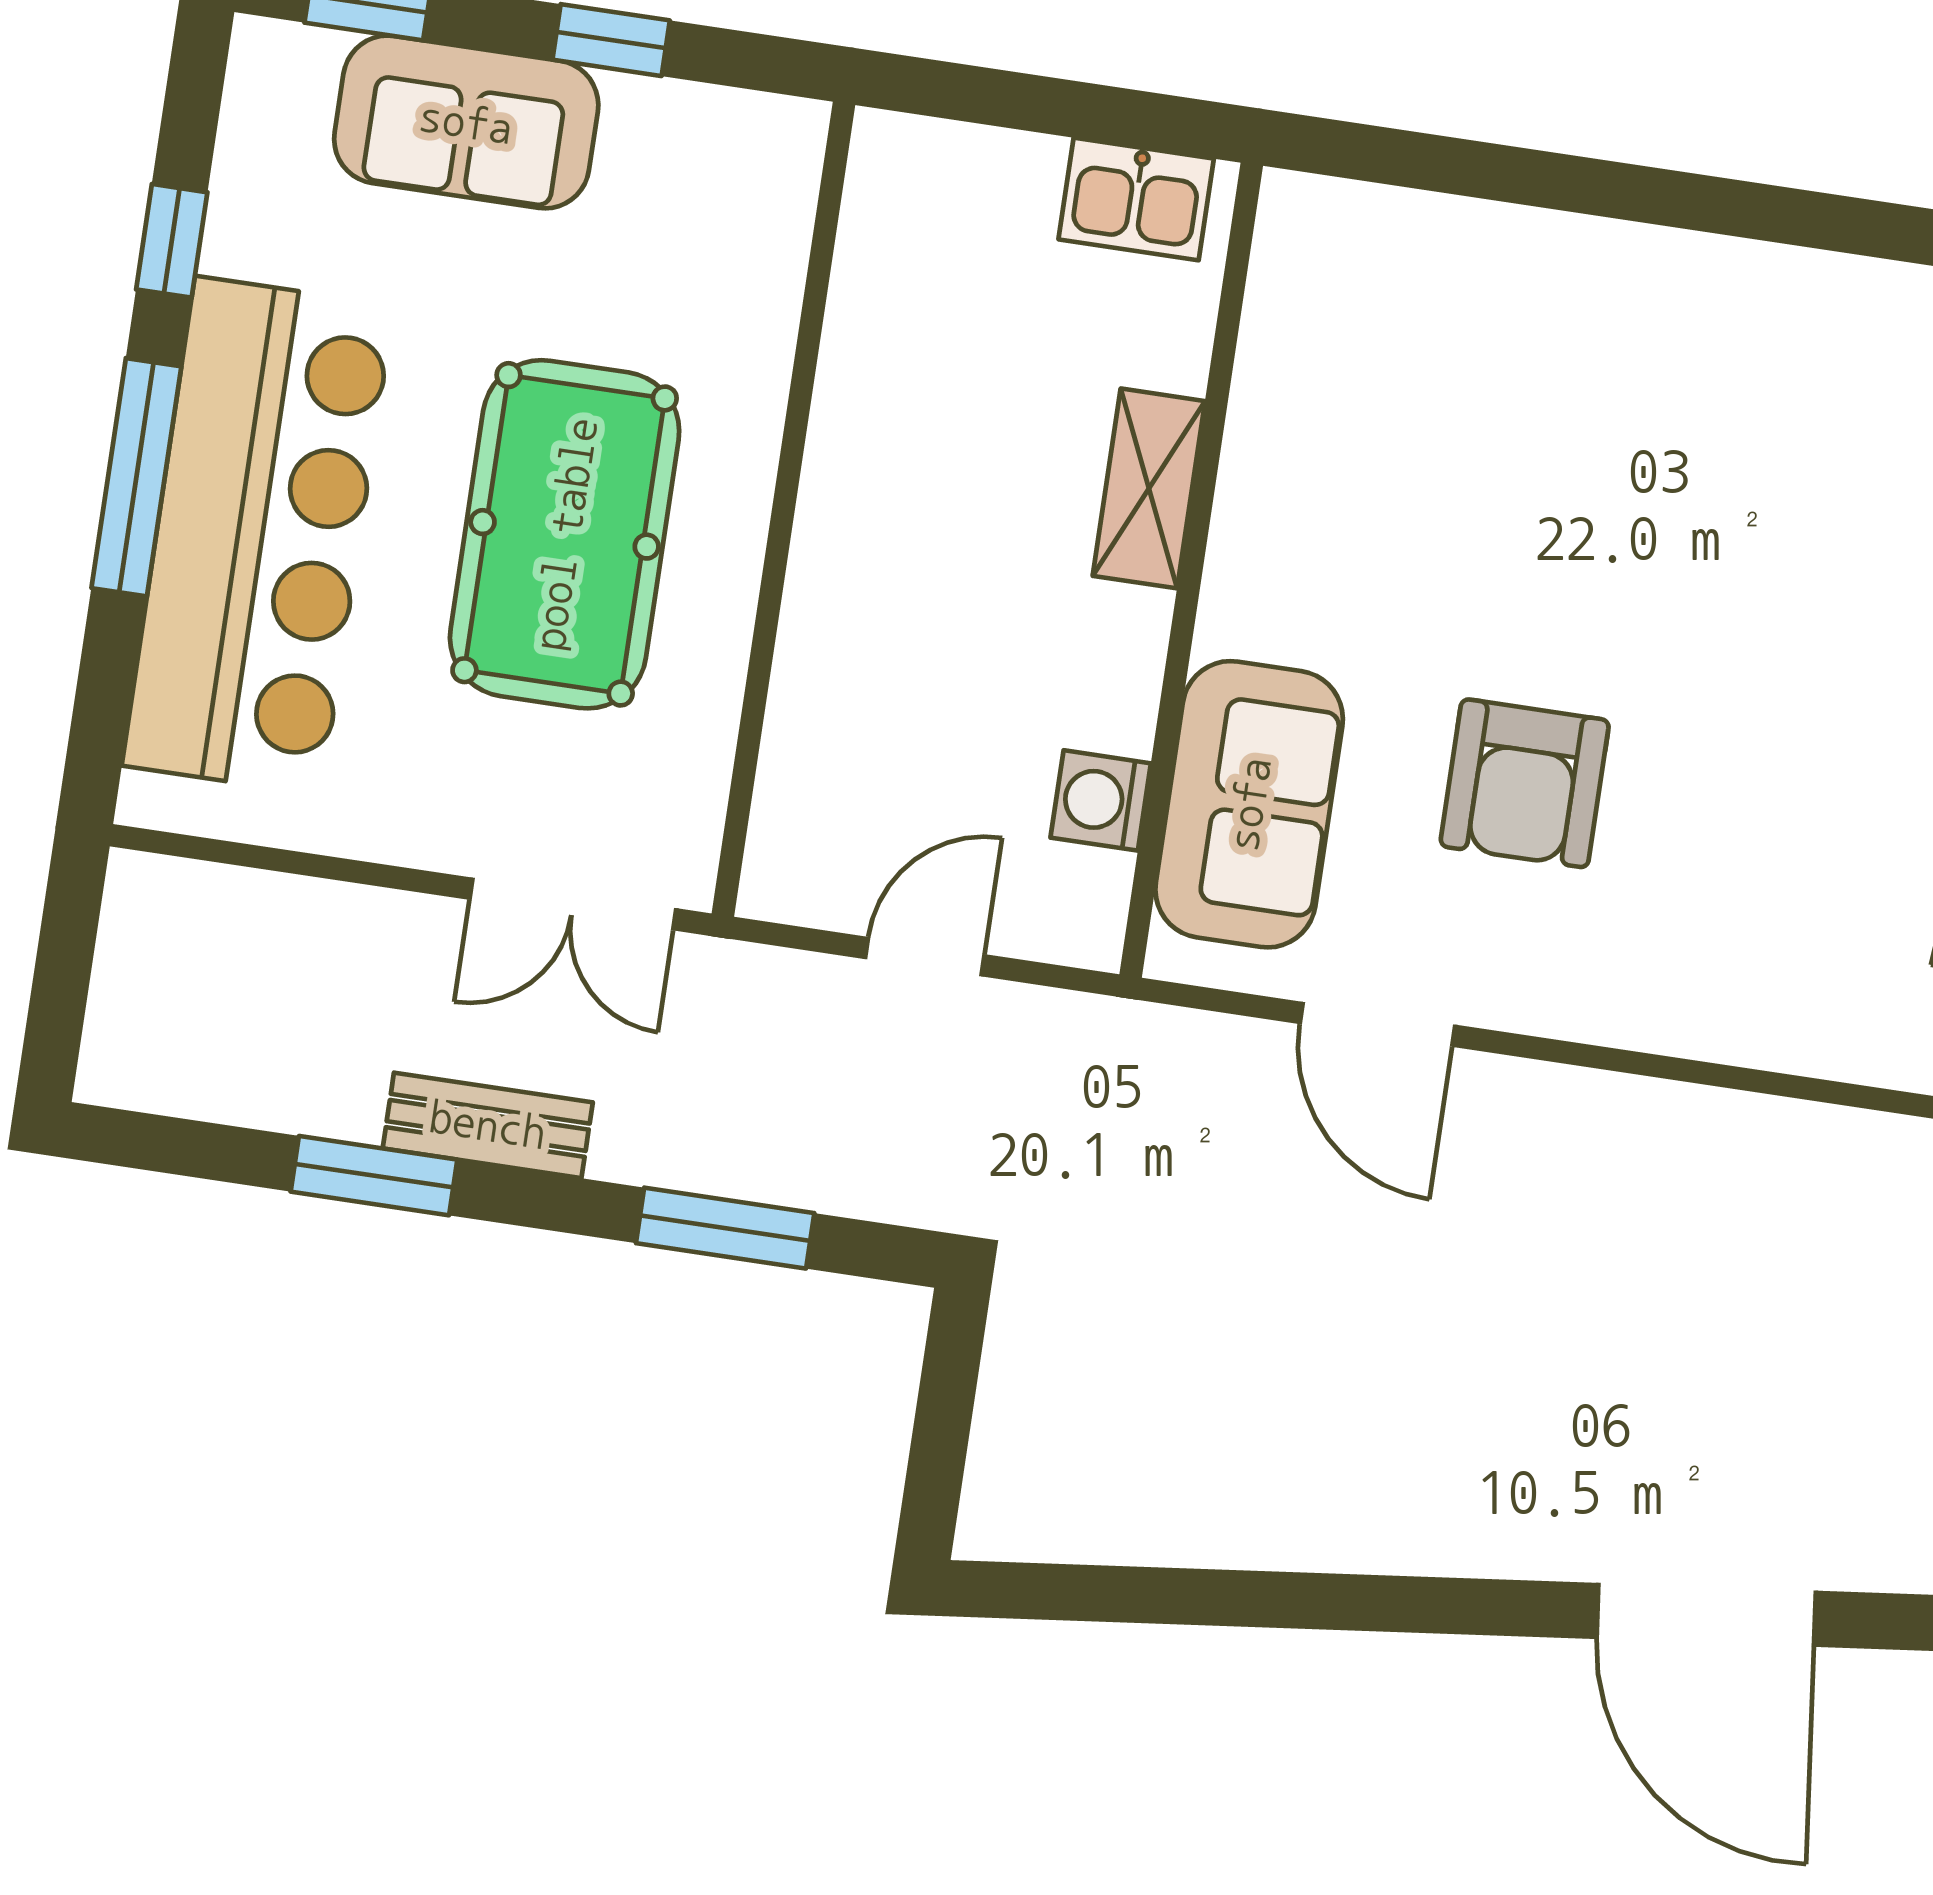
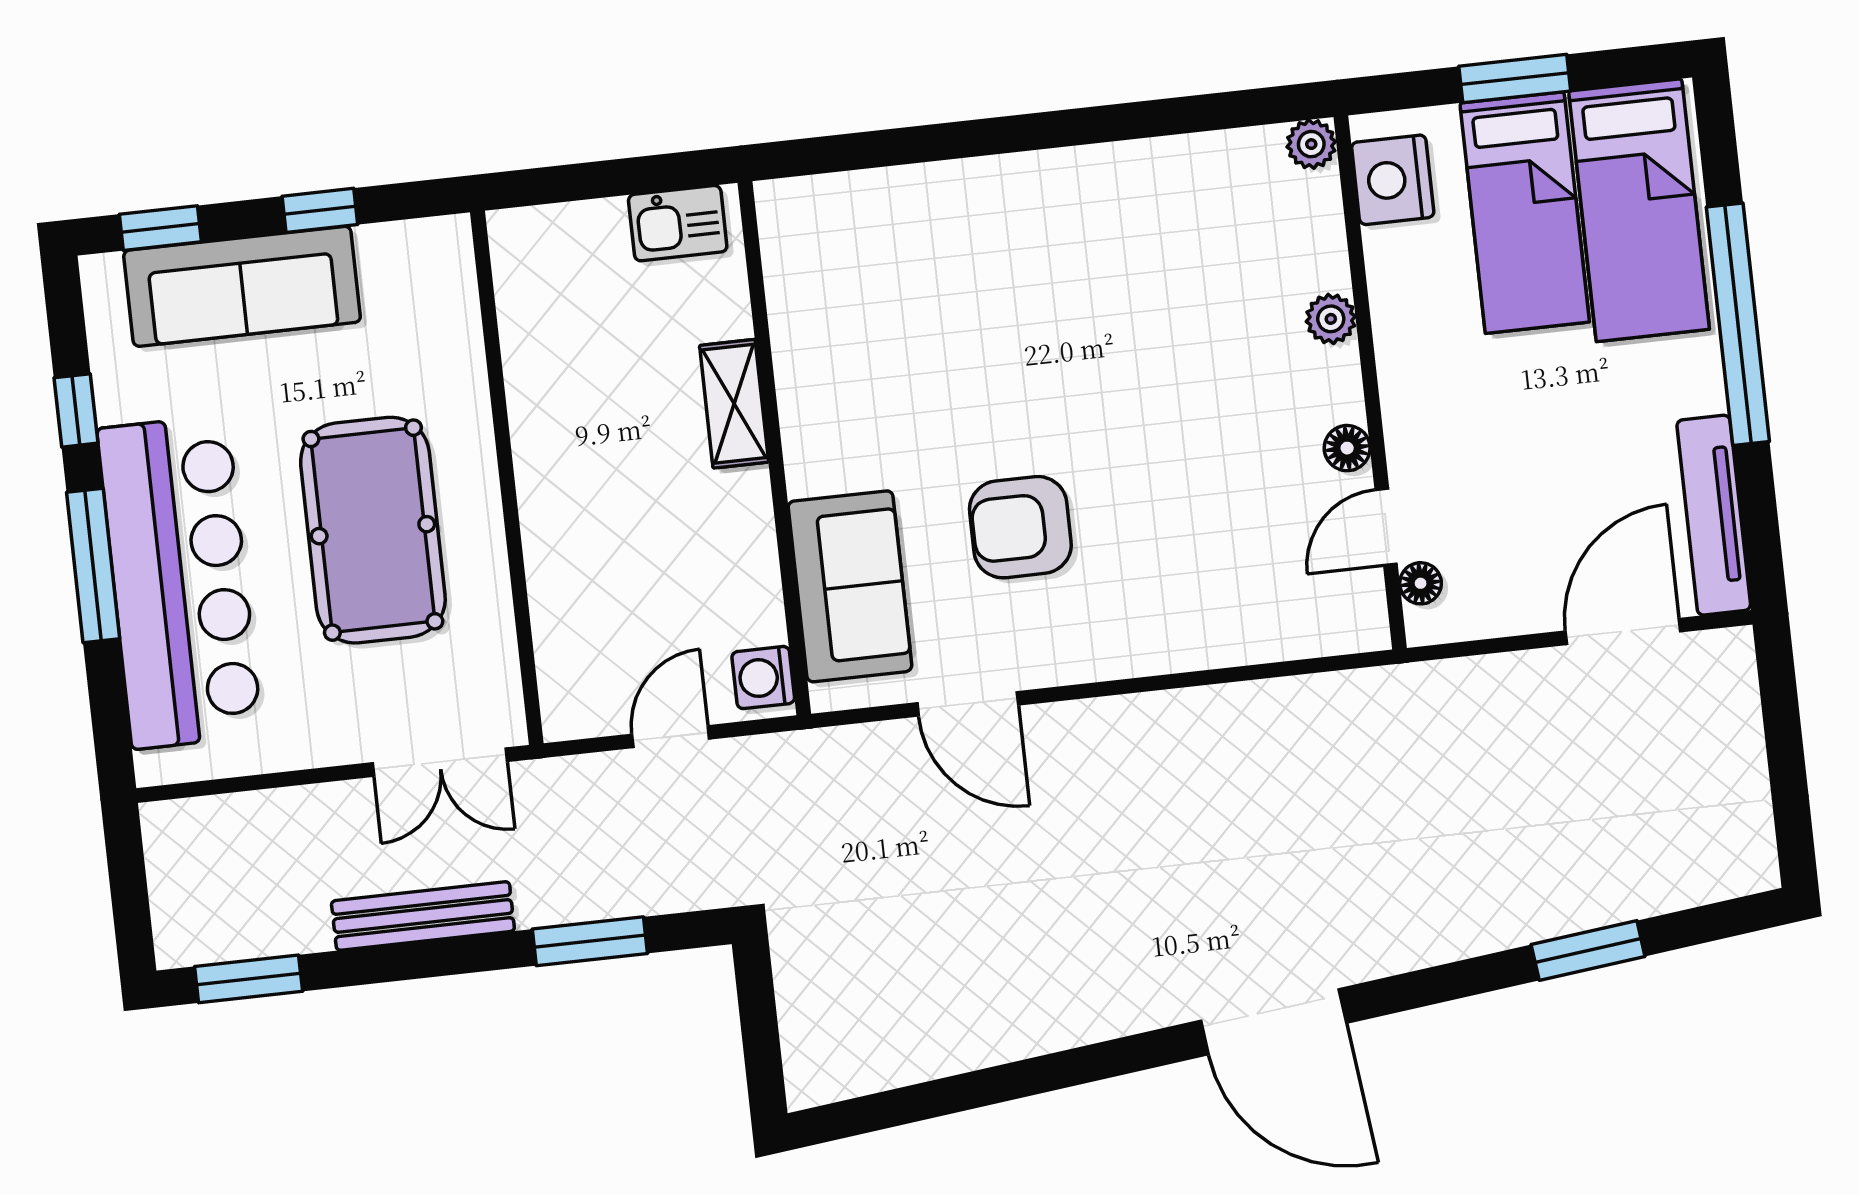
sofa: (466, 122) -> (242, 286), width x1.36
armchair: (1525, 783) -> (1020, 527), turned 90
washing machine: (1101, 800) -> (763, 678), moved
bench: (488, 1125) -> (423, 916), width x1.36
window: (374, 1176) -> (249, 979), moved

